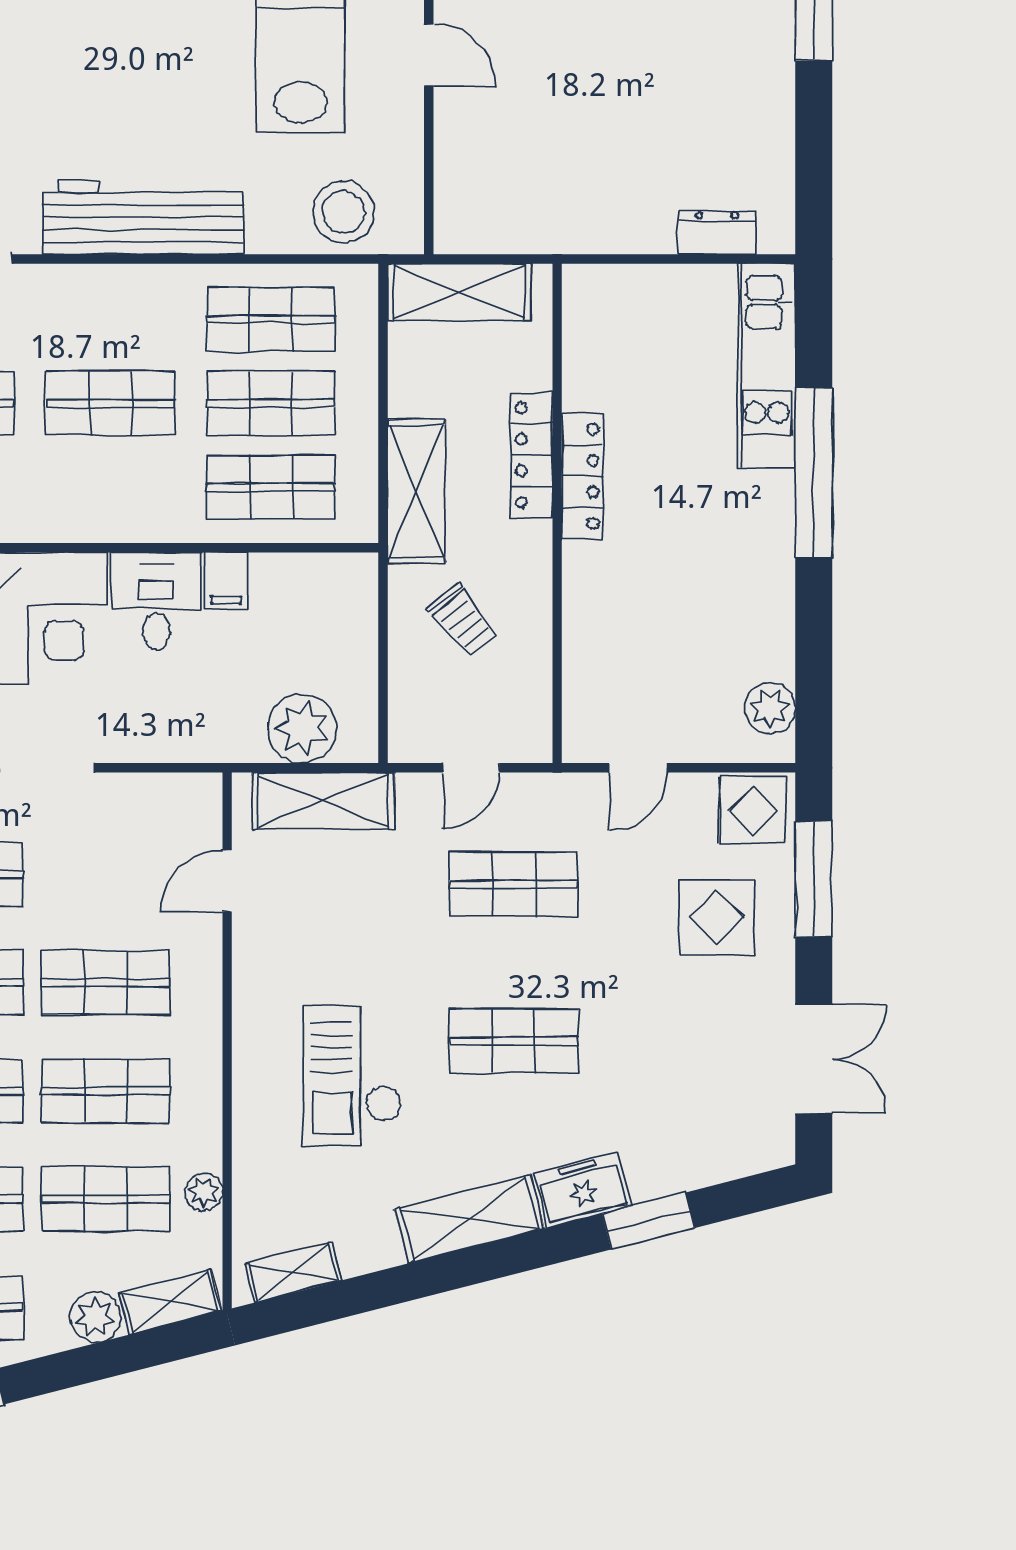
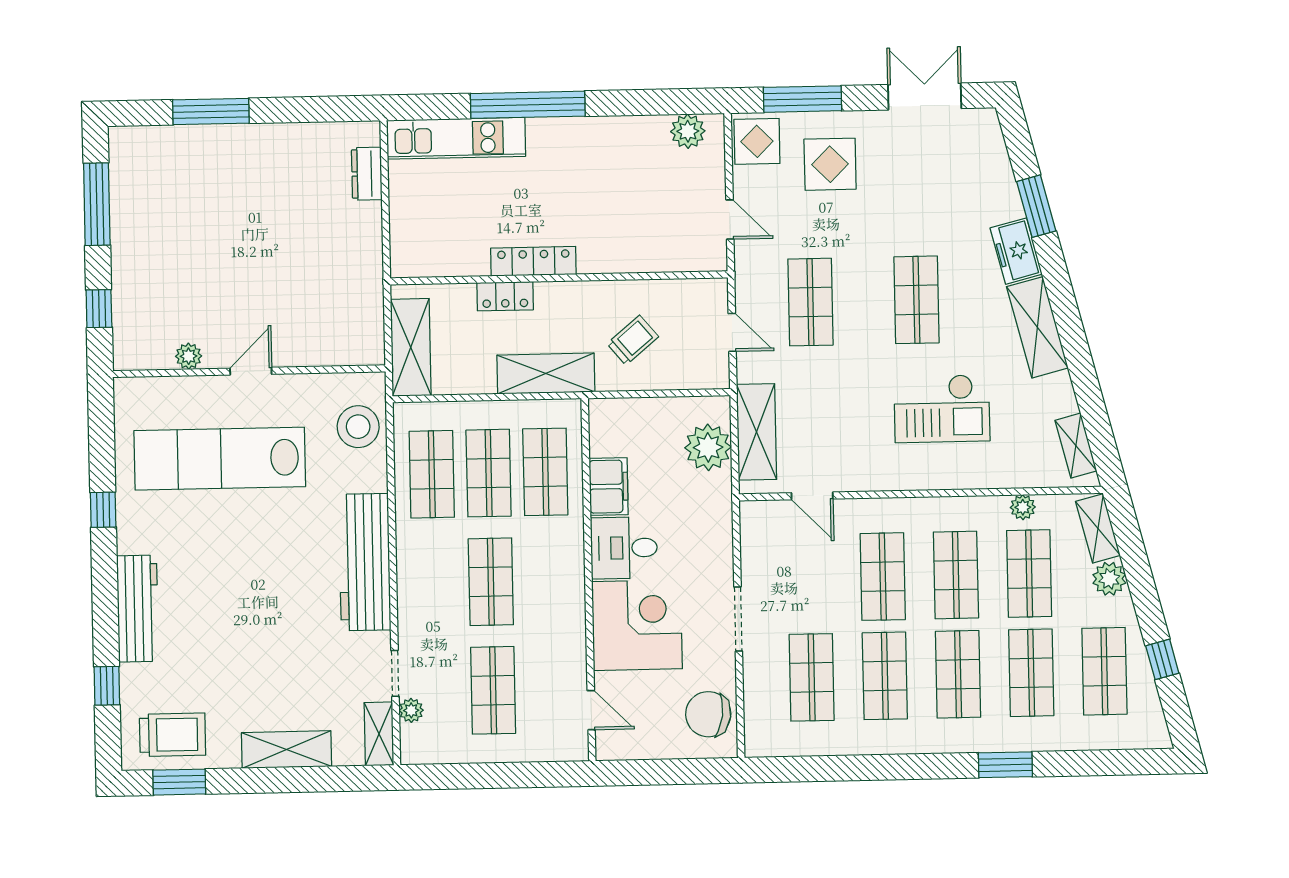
locker: (532, 455) -> (505, 296), width x0.66
filing cabinet: (226, 580) -> (609, 487), width x2.00

